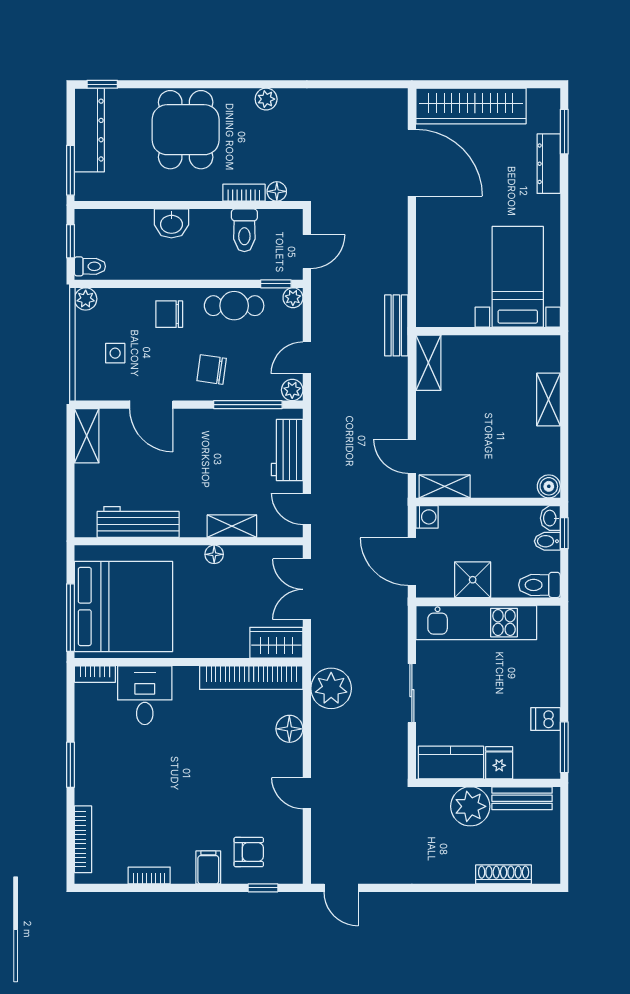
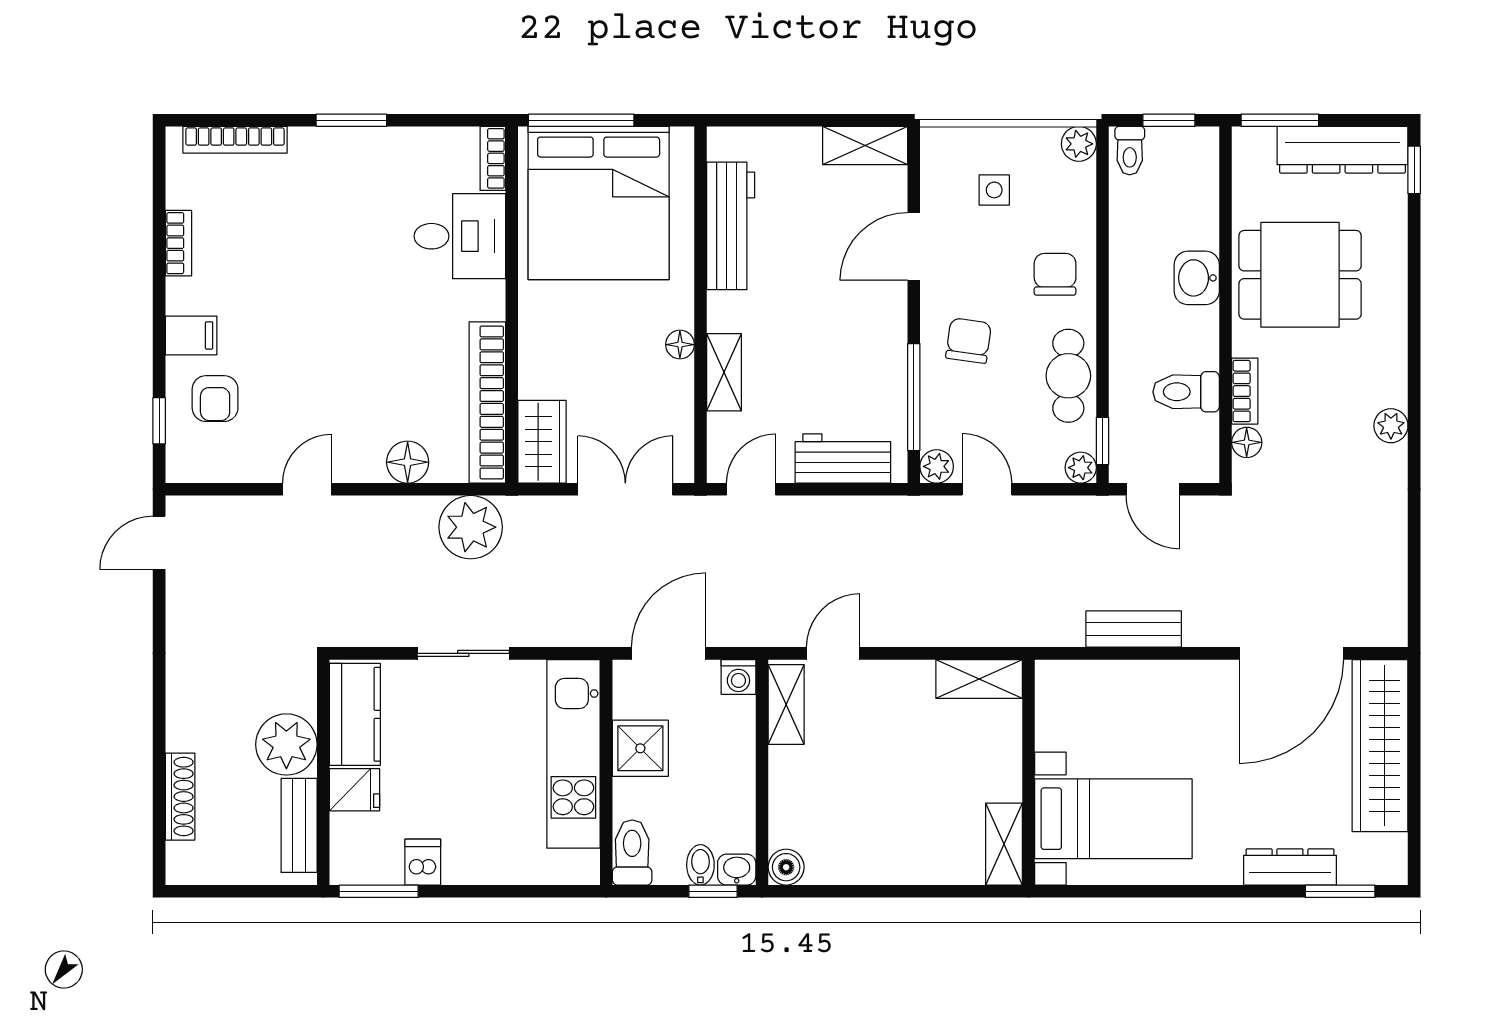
dining table: (186, 130) -> (1300, 275), moved
bench: (396, 325) -> (1134, 629), moved
shelving: (548, 399) -> (1004, 844), moved, turned 90

